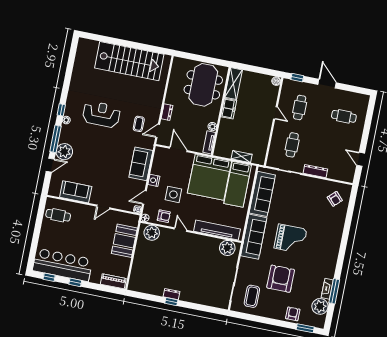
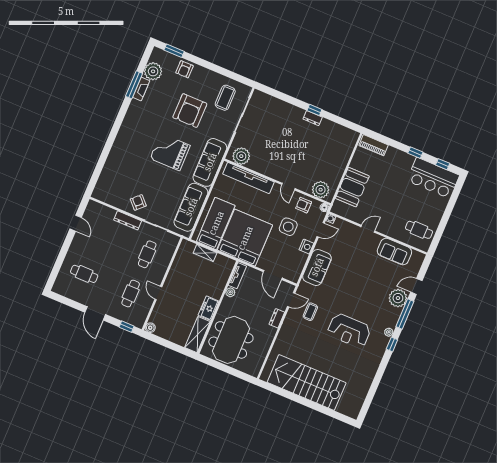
armchair: (335, 199) -> (138, 202), moved
bar counter: (62, 265) -> (433, 178), width x0.73

